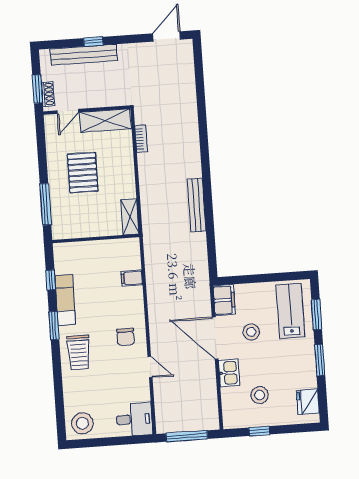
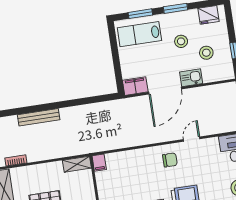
bench: (197, 205) -> (39, 117), moved
filing cabinet: (132, 278) -> (99, 163), moved
stool: (251, 332) -> (181, 41), moved

